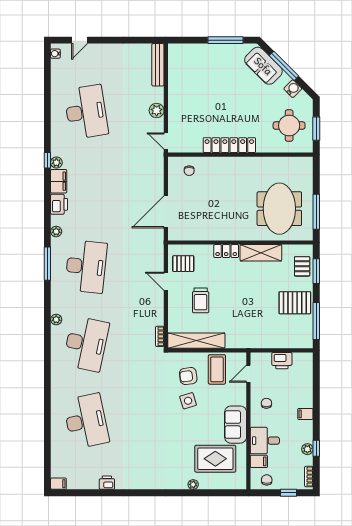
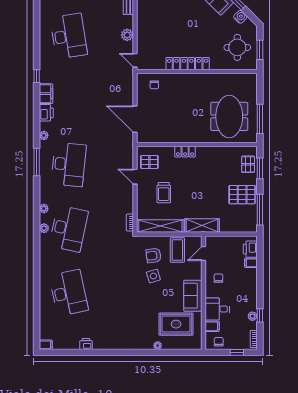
plant: (56, 163) -> (44, 228), moved
door: (166, 212) -> (135, 119), hinge flipped
shelving: (261, 253) -> (202, 226), moved
printer: (282, 361) -> (250, 249), moved, turned 90
filing cabinet: (305, 414) -> (251, 263), moved

